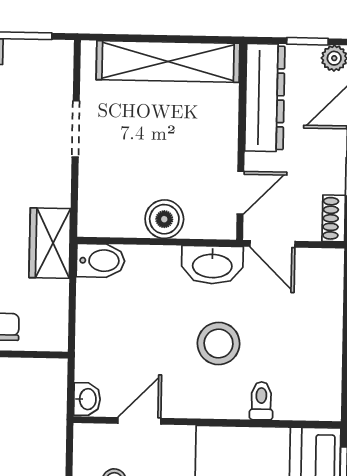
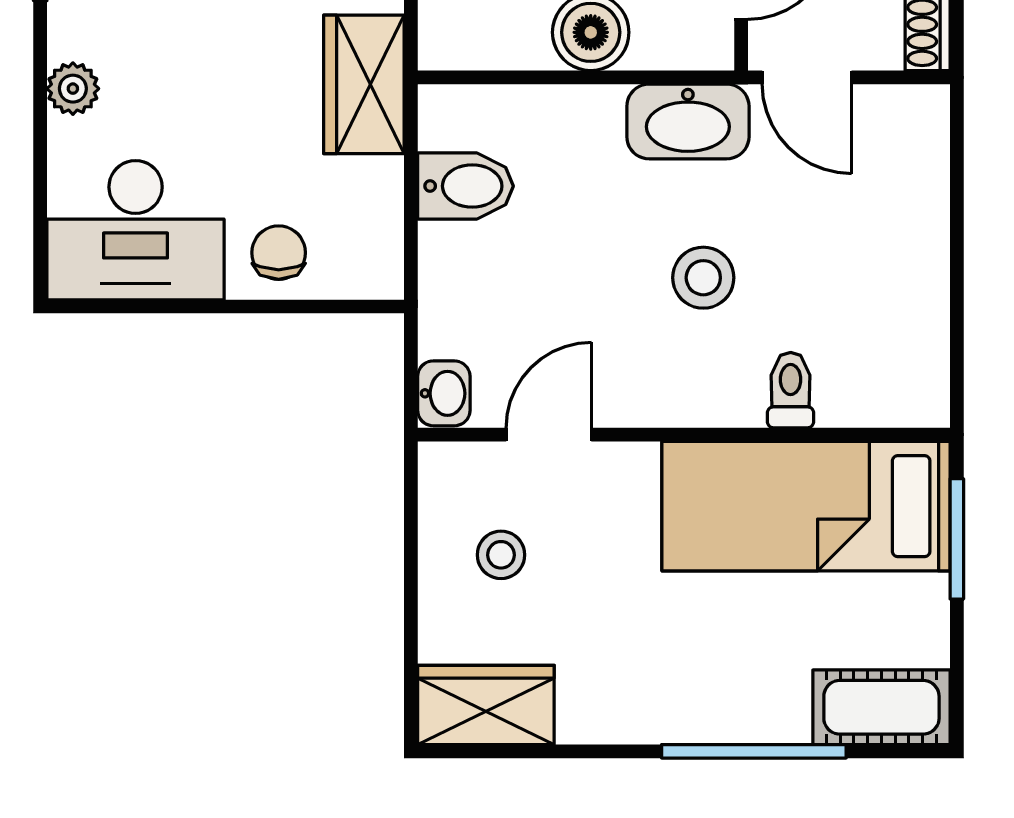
bidet: (101, 261) -> (465, 186), moved
stool: (219, 343) -> (703, 278), width x0.73, depth x0.73

